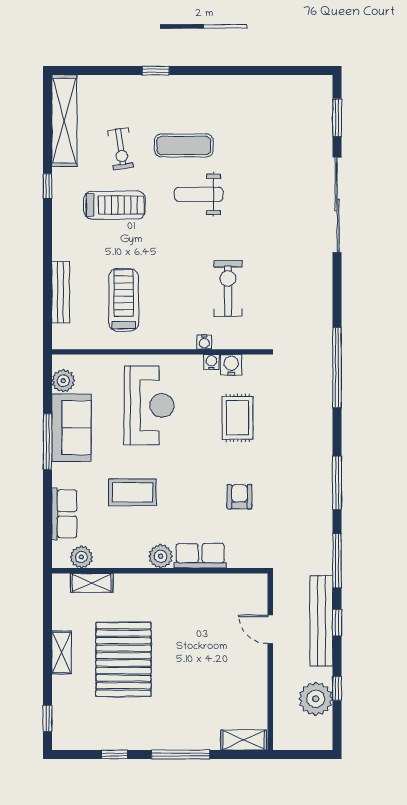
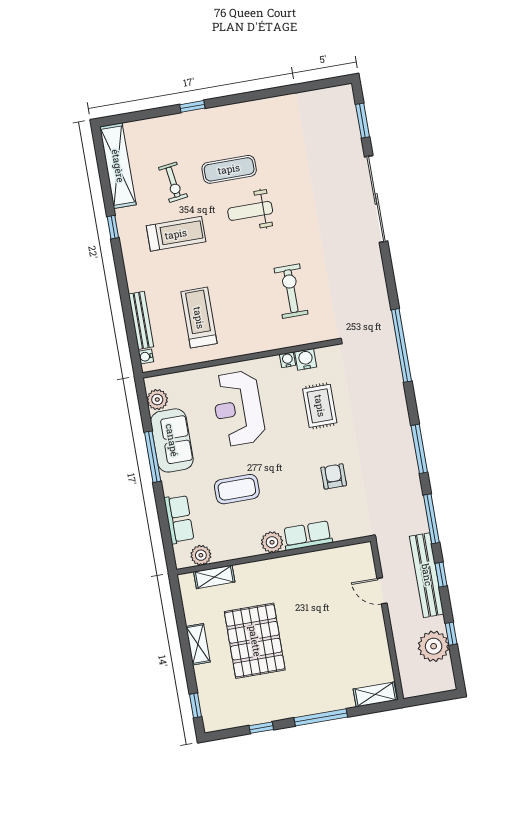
water cooler: (204, 342) -> (146, 357), moved, turned 90
reception desk: (149, 405) -> (238, 408), turned 180

